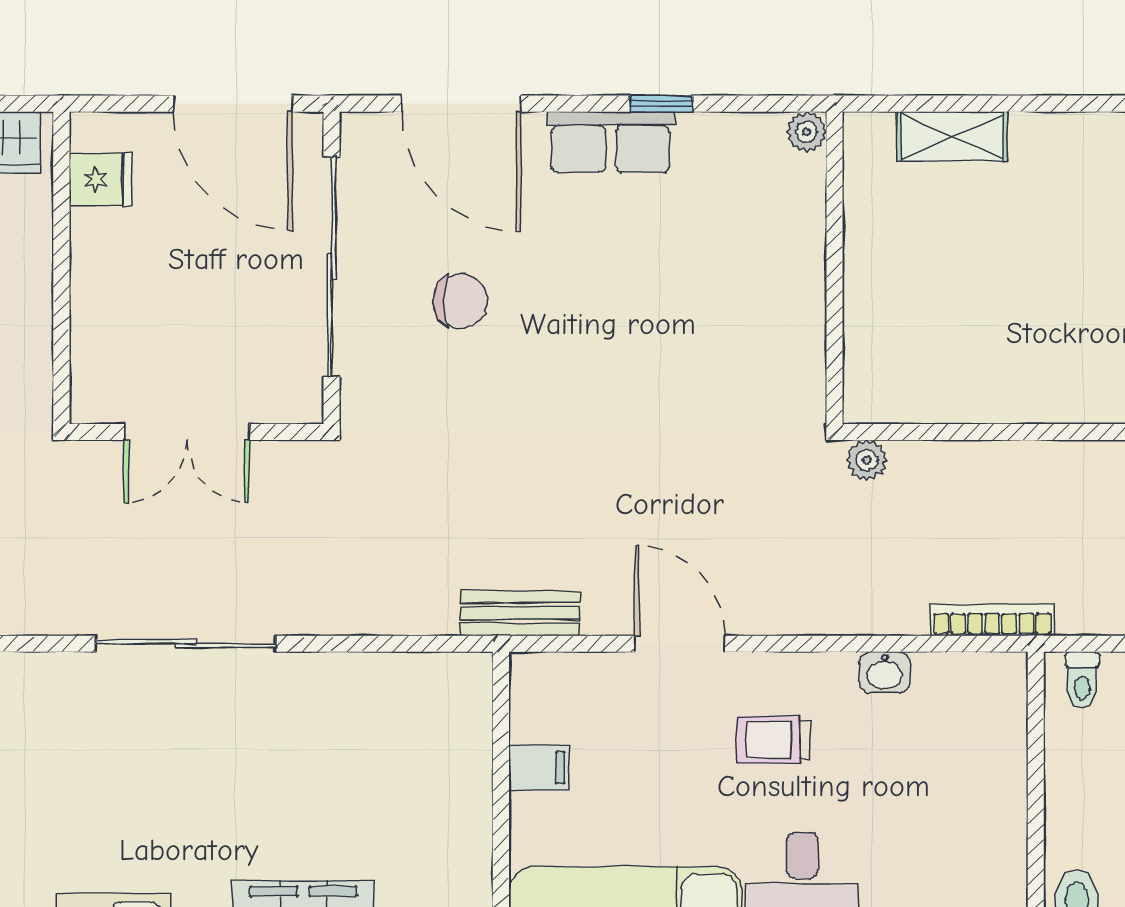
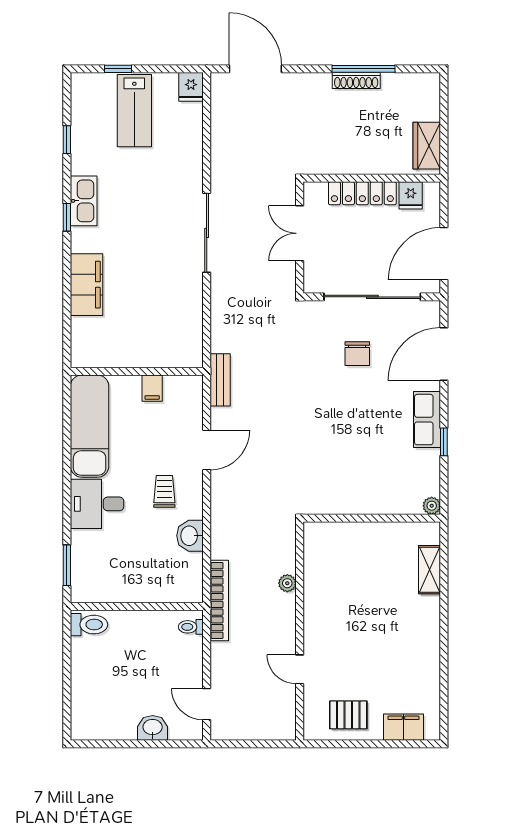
locker: (96, 289) -> (362, 193), added
plant: (867, 460) -> (287, 583), moved
bookcase: (992, 620) -> (219, 600), width x1.48, depth x1.31
washbasin: (885, 672) -> (190, 536), width x1.38, depth x1.45

